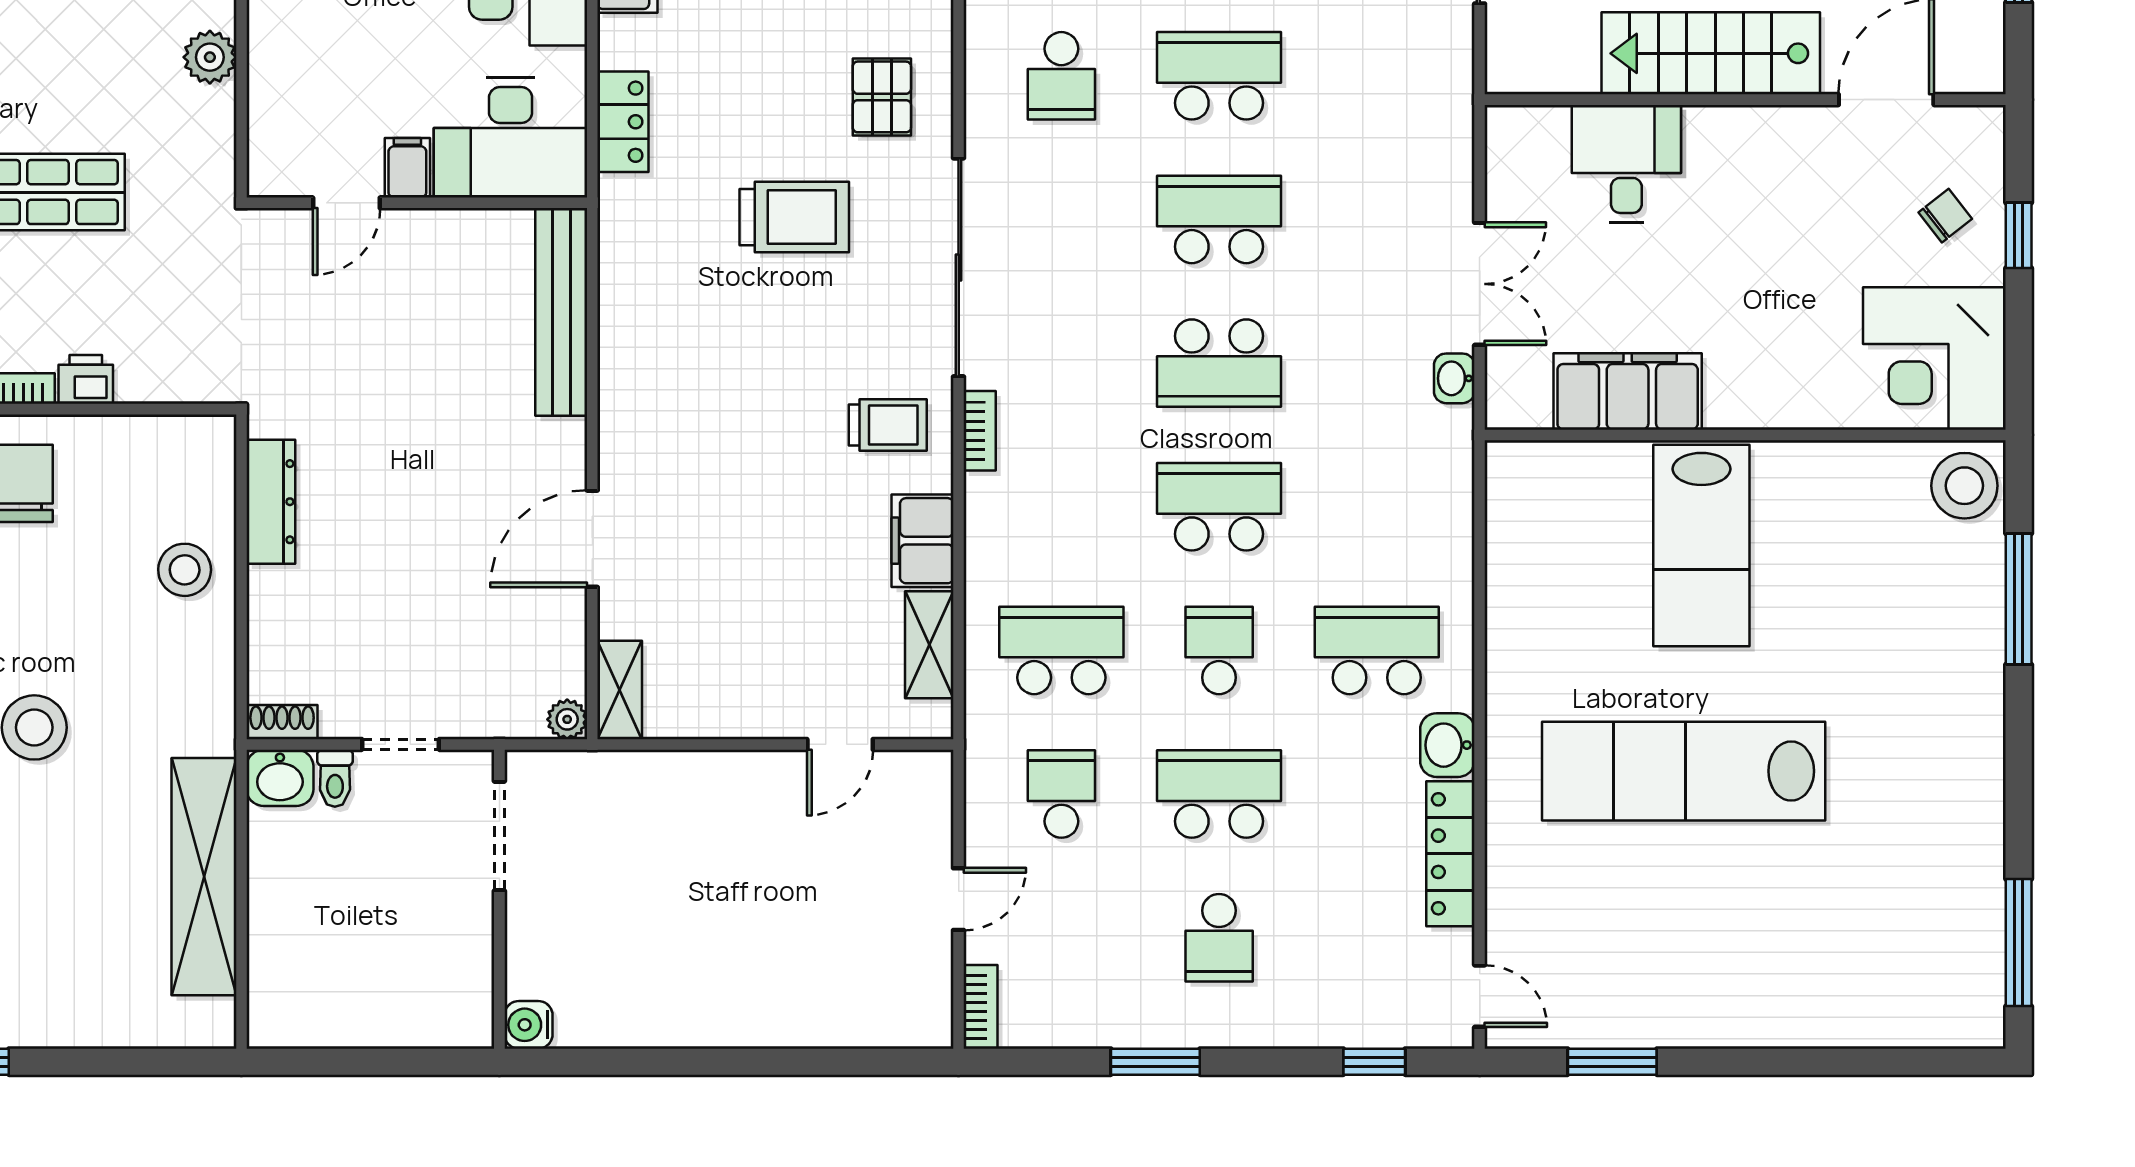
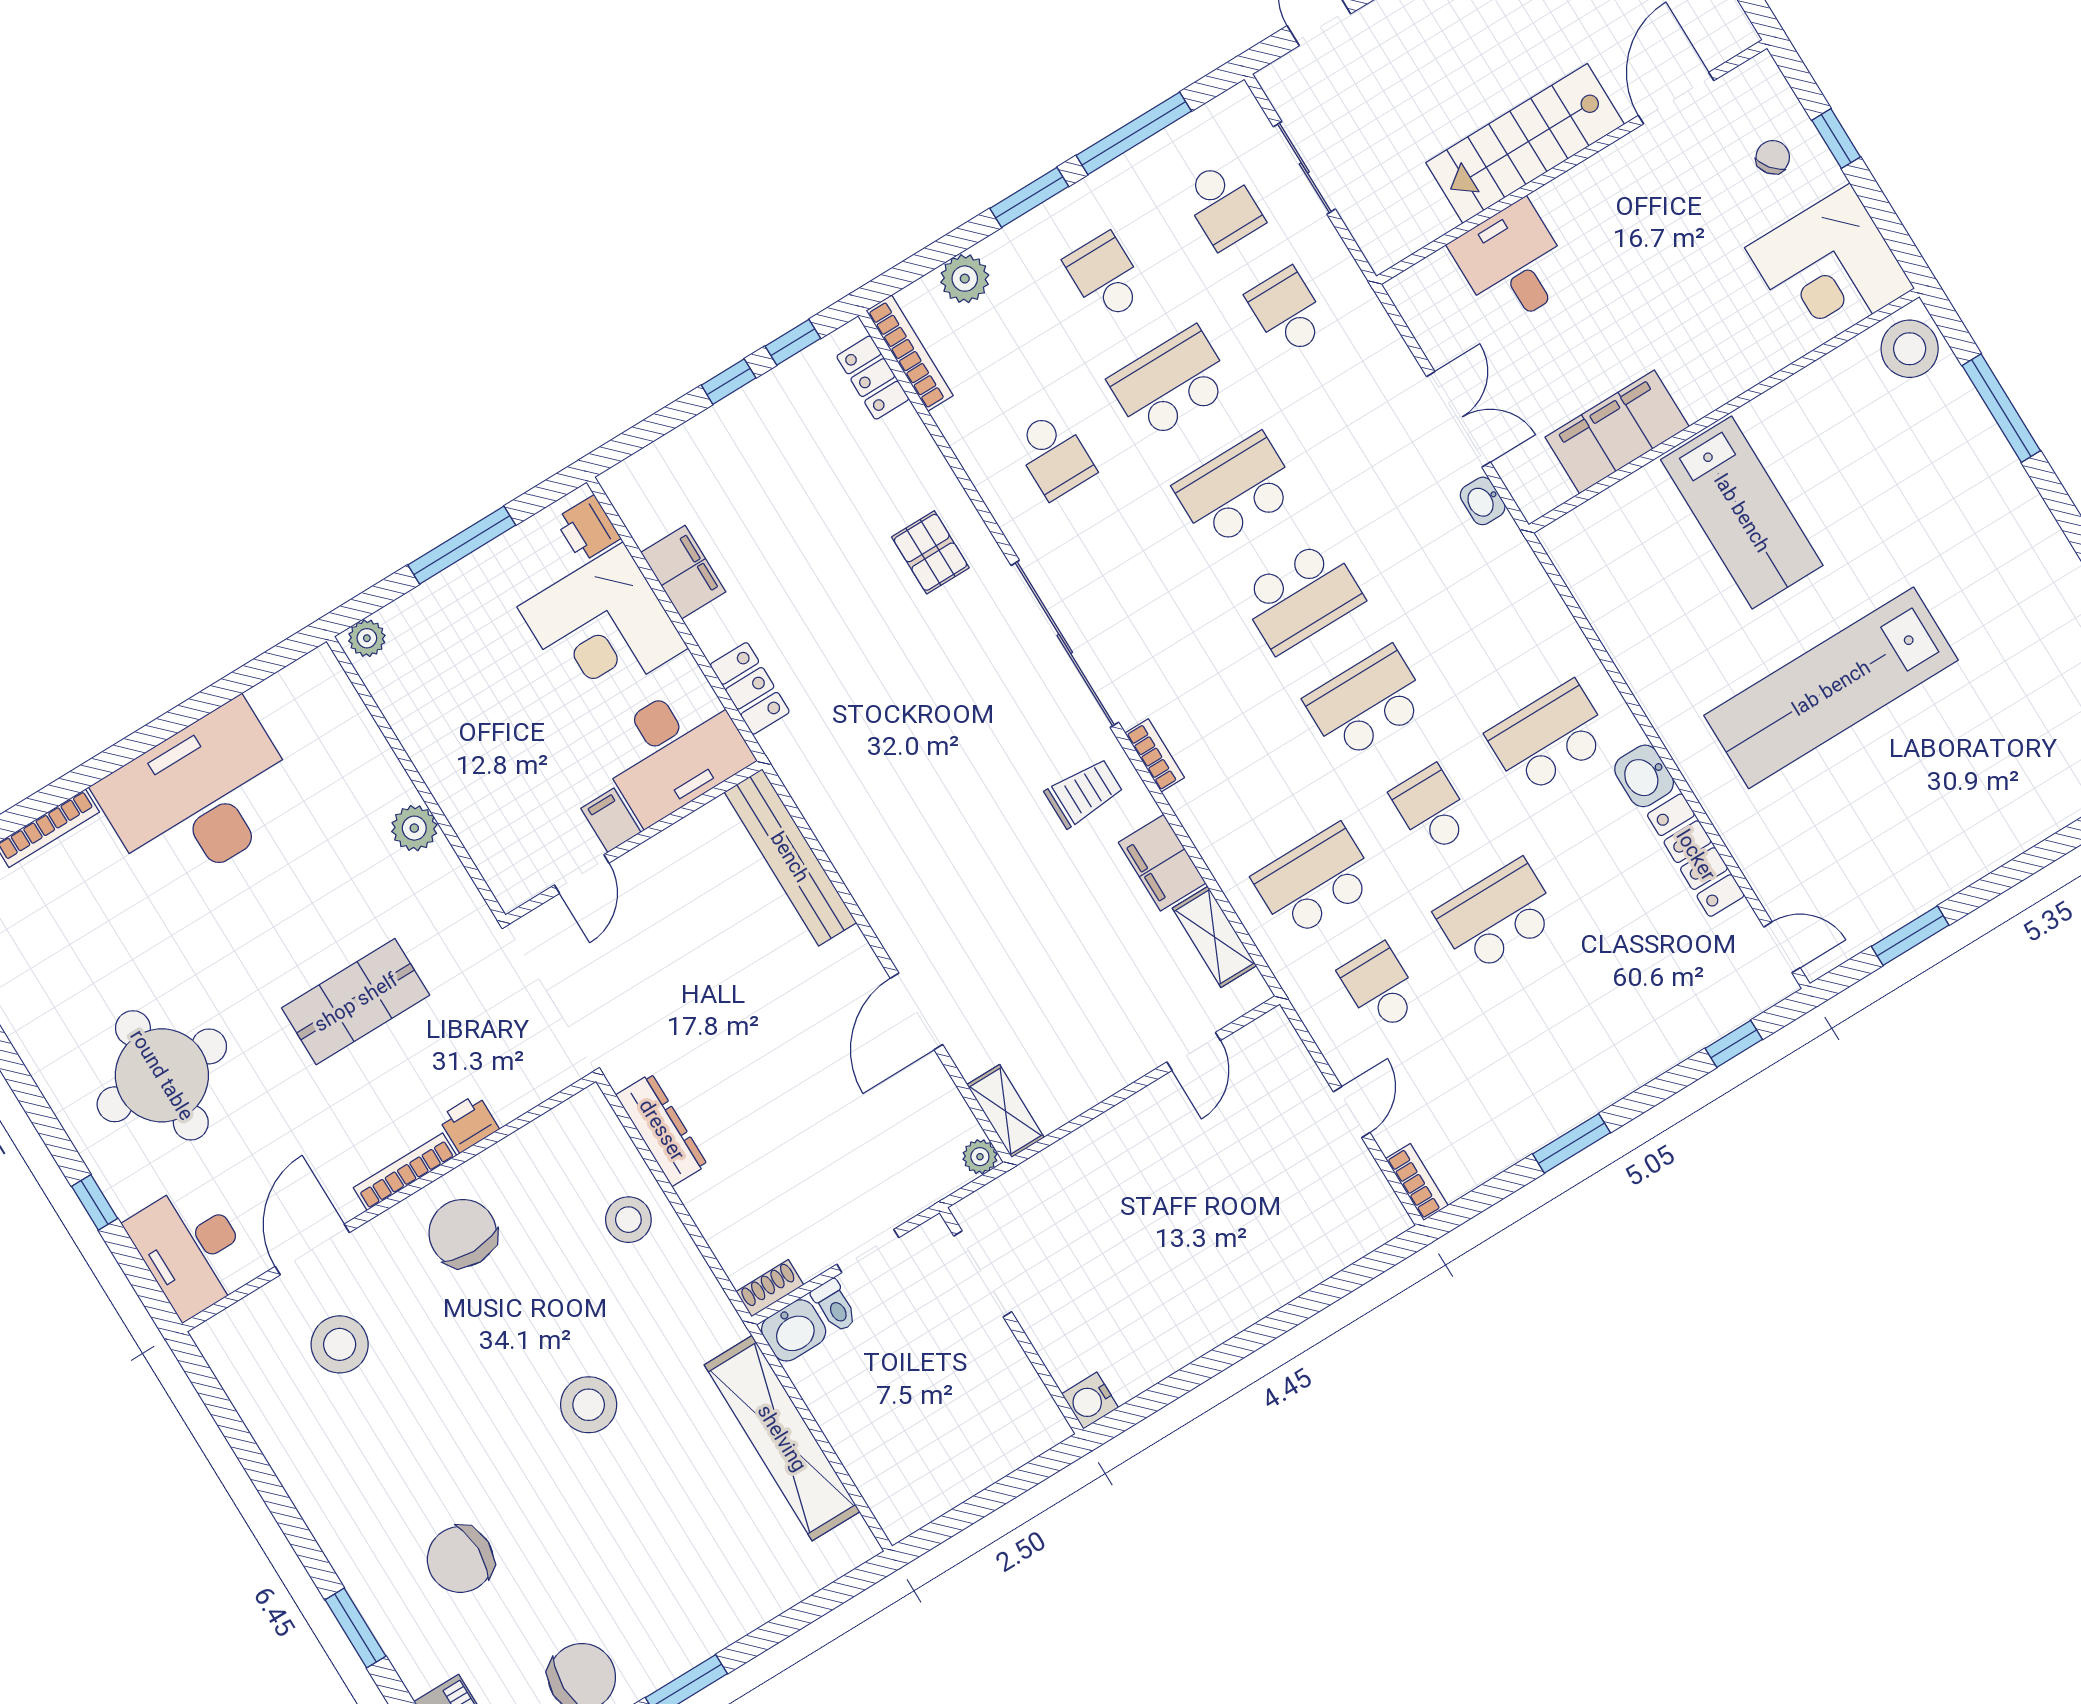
trolley: (794, 217) -> (920, 681), removed
school desk: (1219, 938) -> (1288, 312), moved, turned 180

